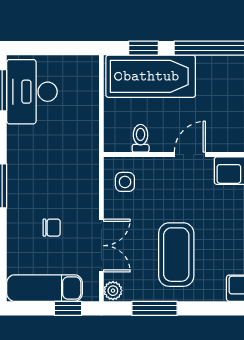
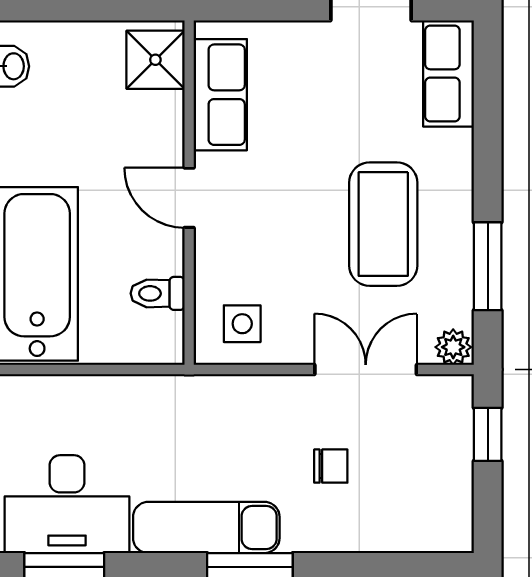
chair: (52, 228) -> (331, 466), turned 90
coffee table: (176, 255) -> (383, 224), turned 90
exam couch: (44, 288) -> (206, 527), moved, turned 90

